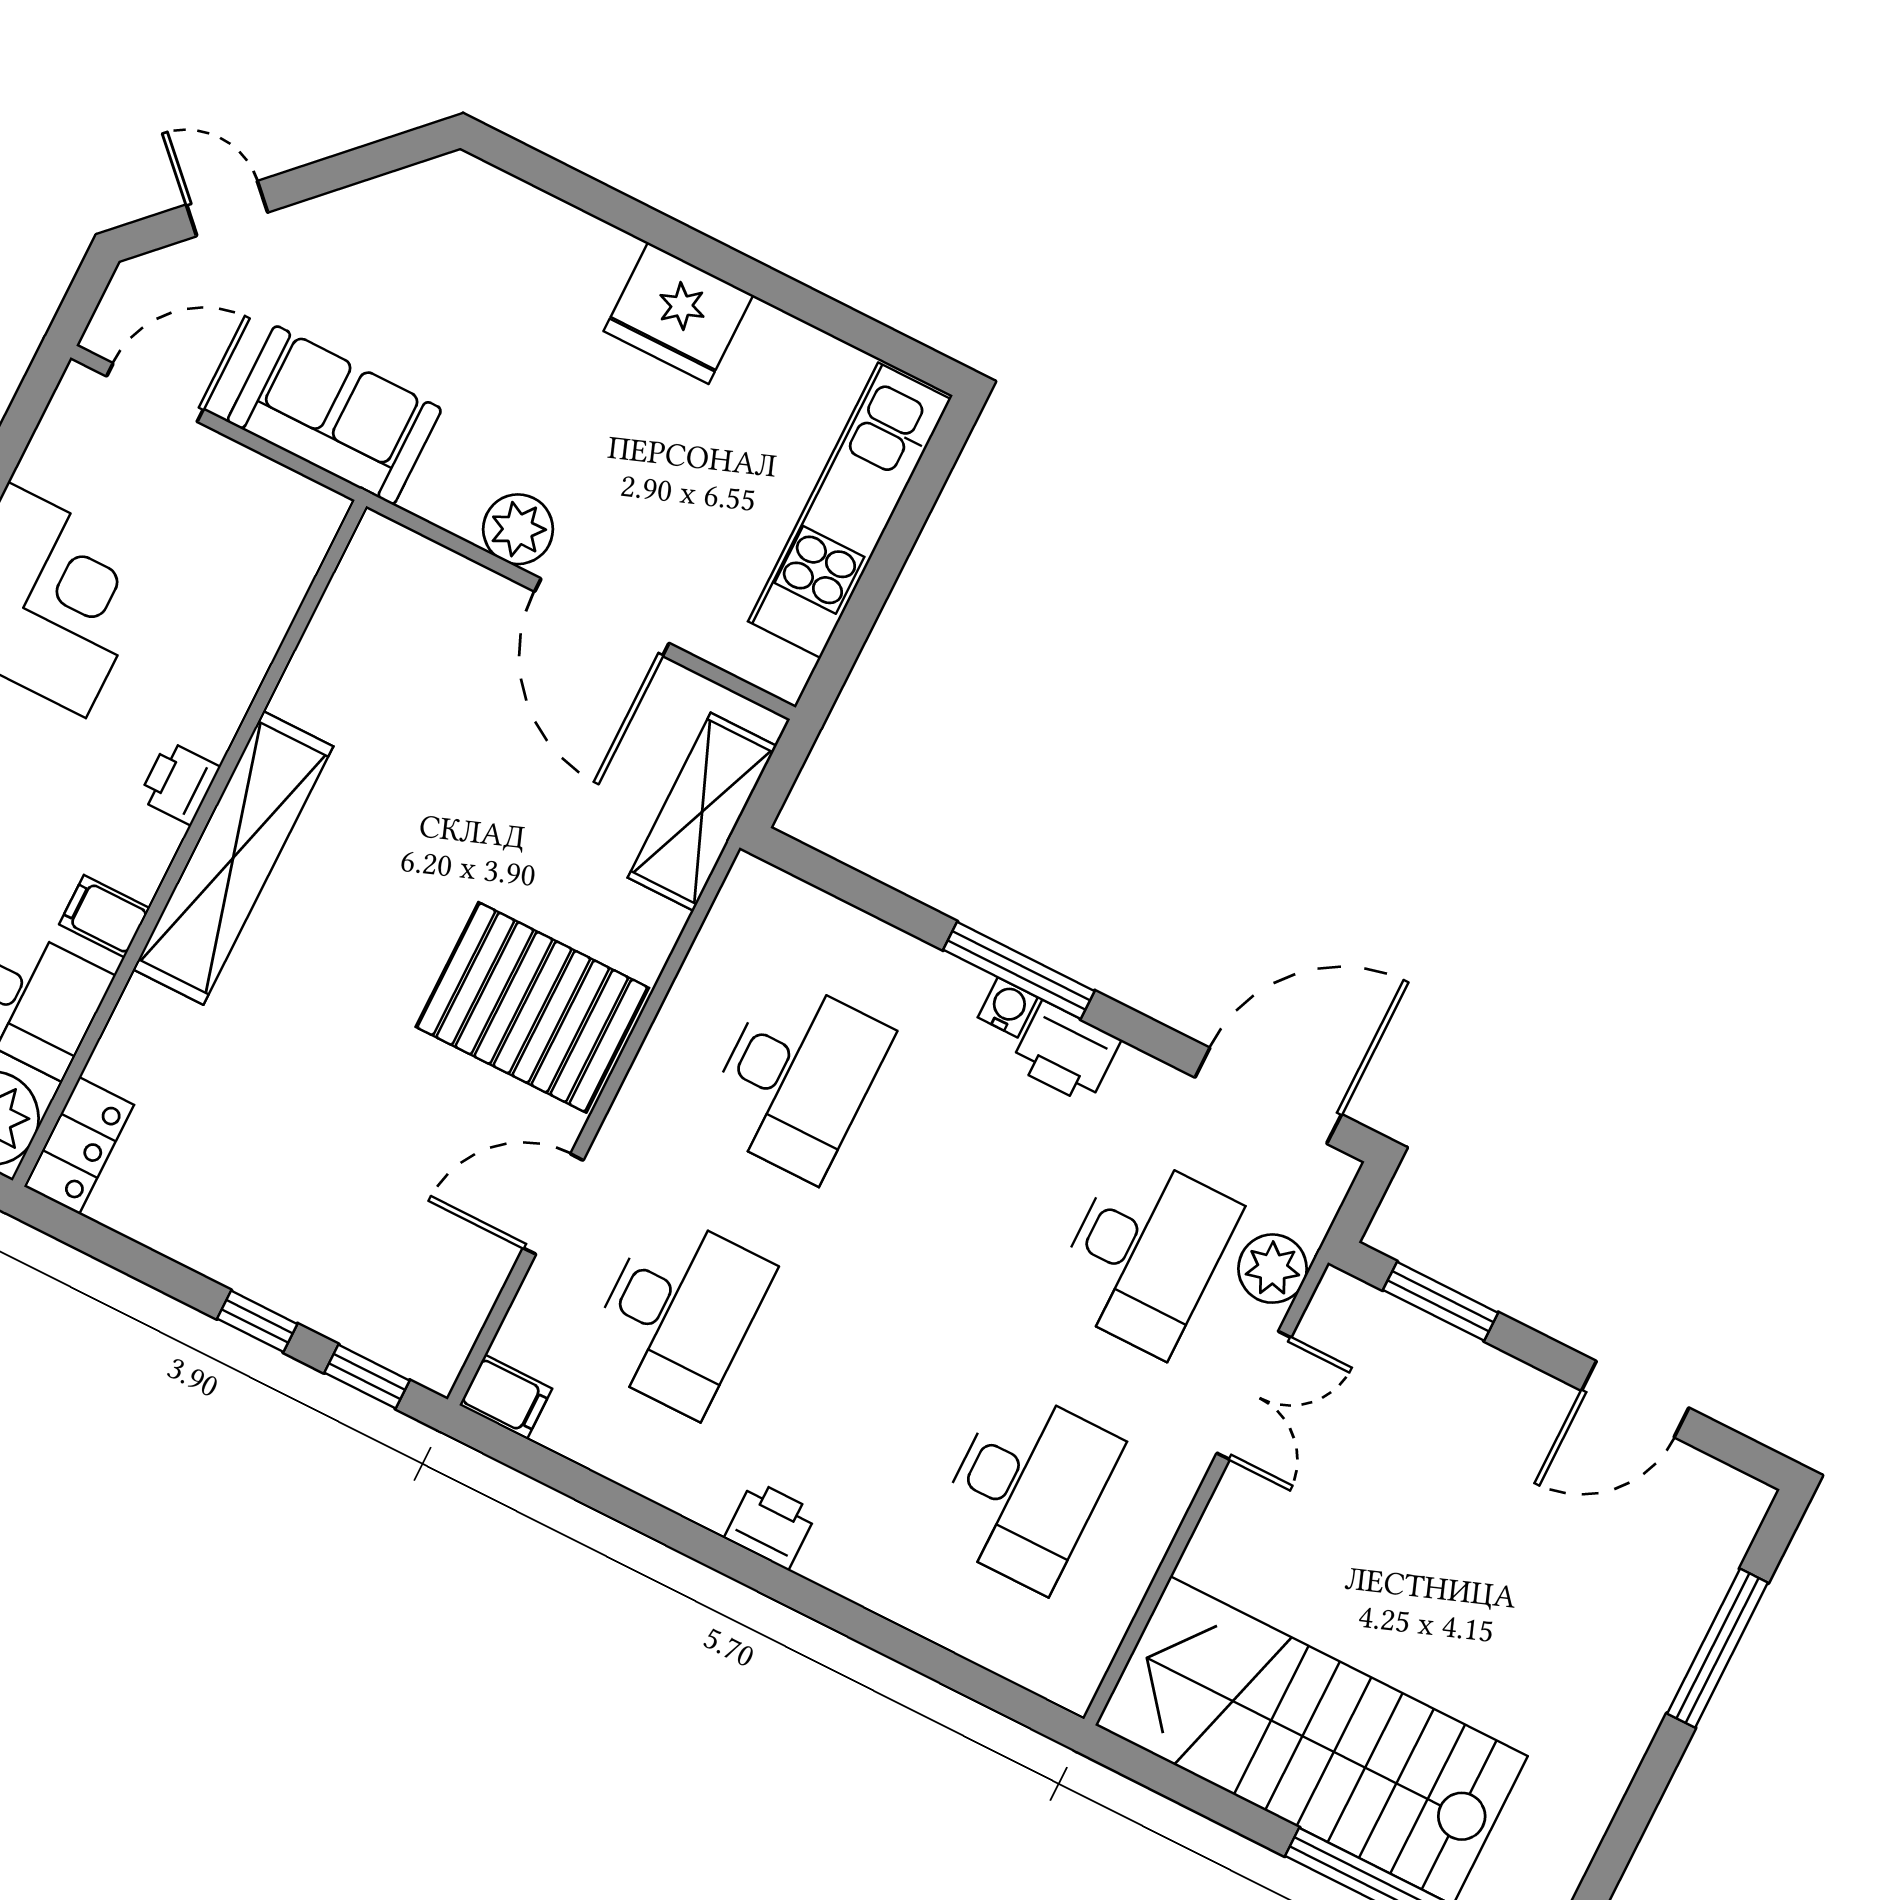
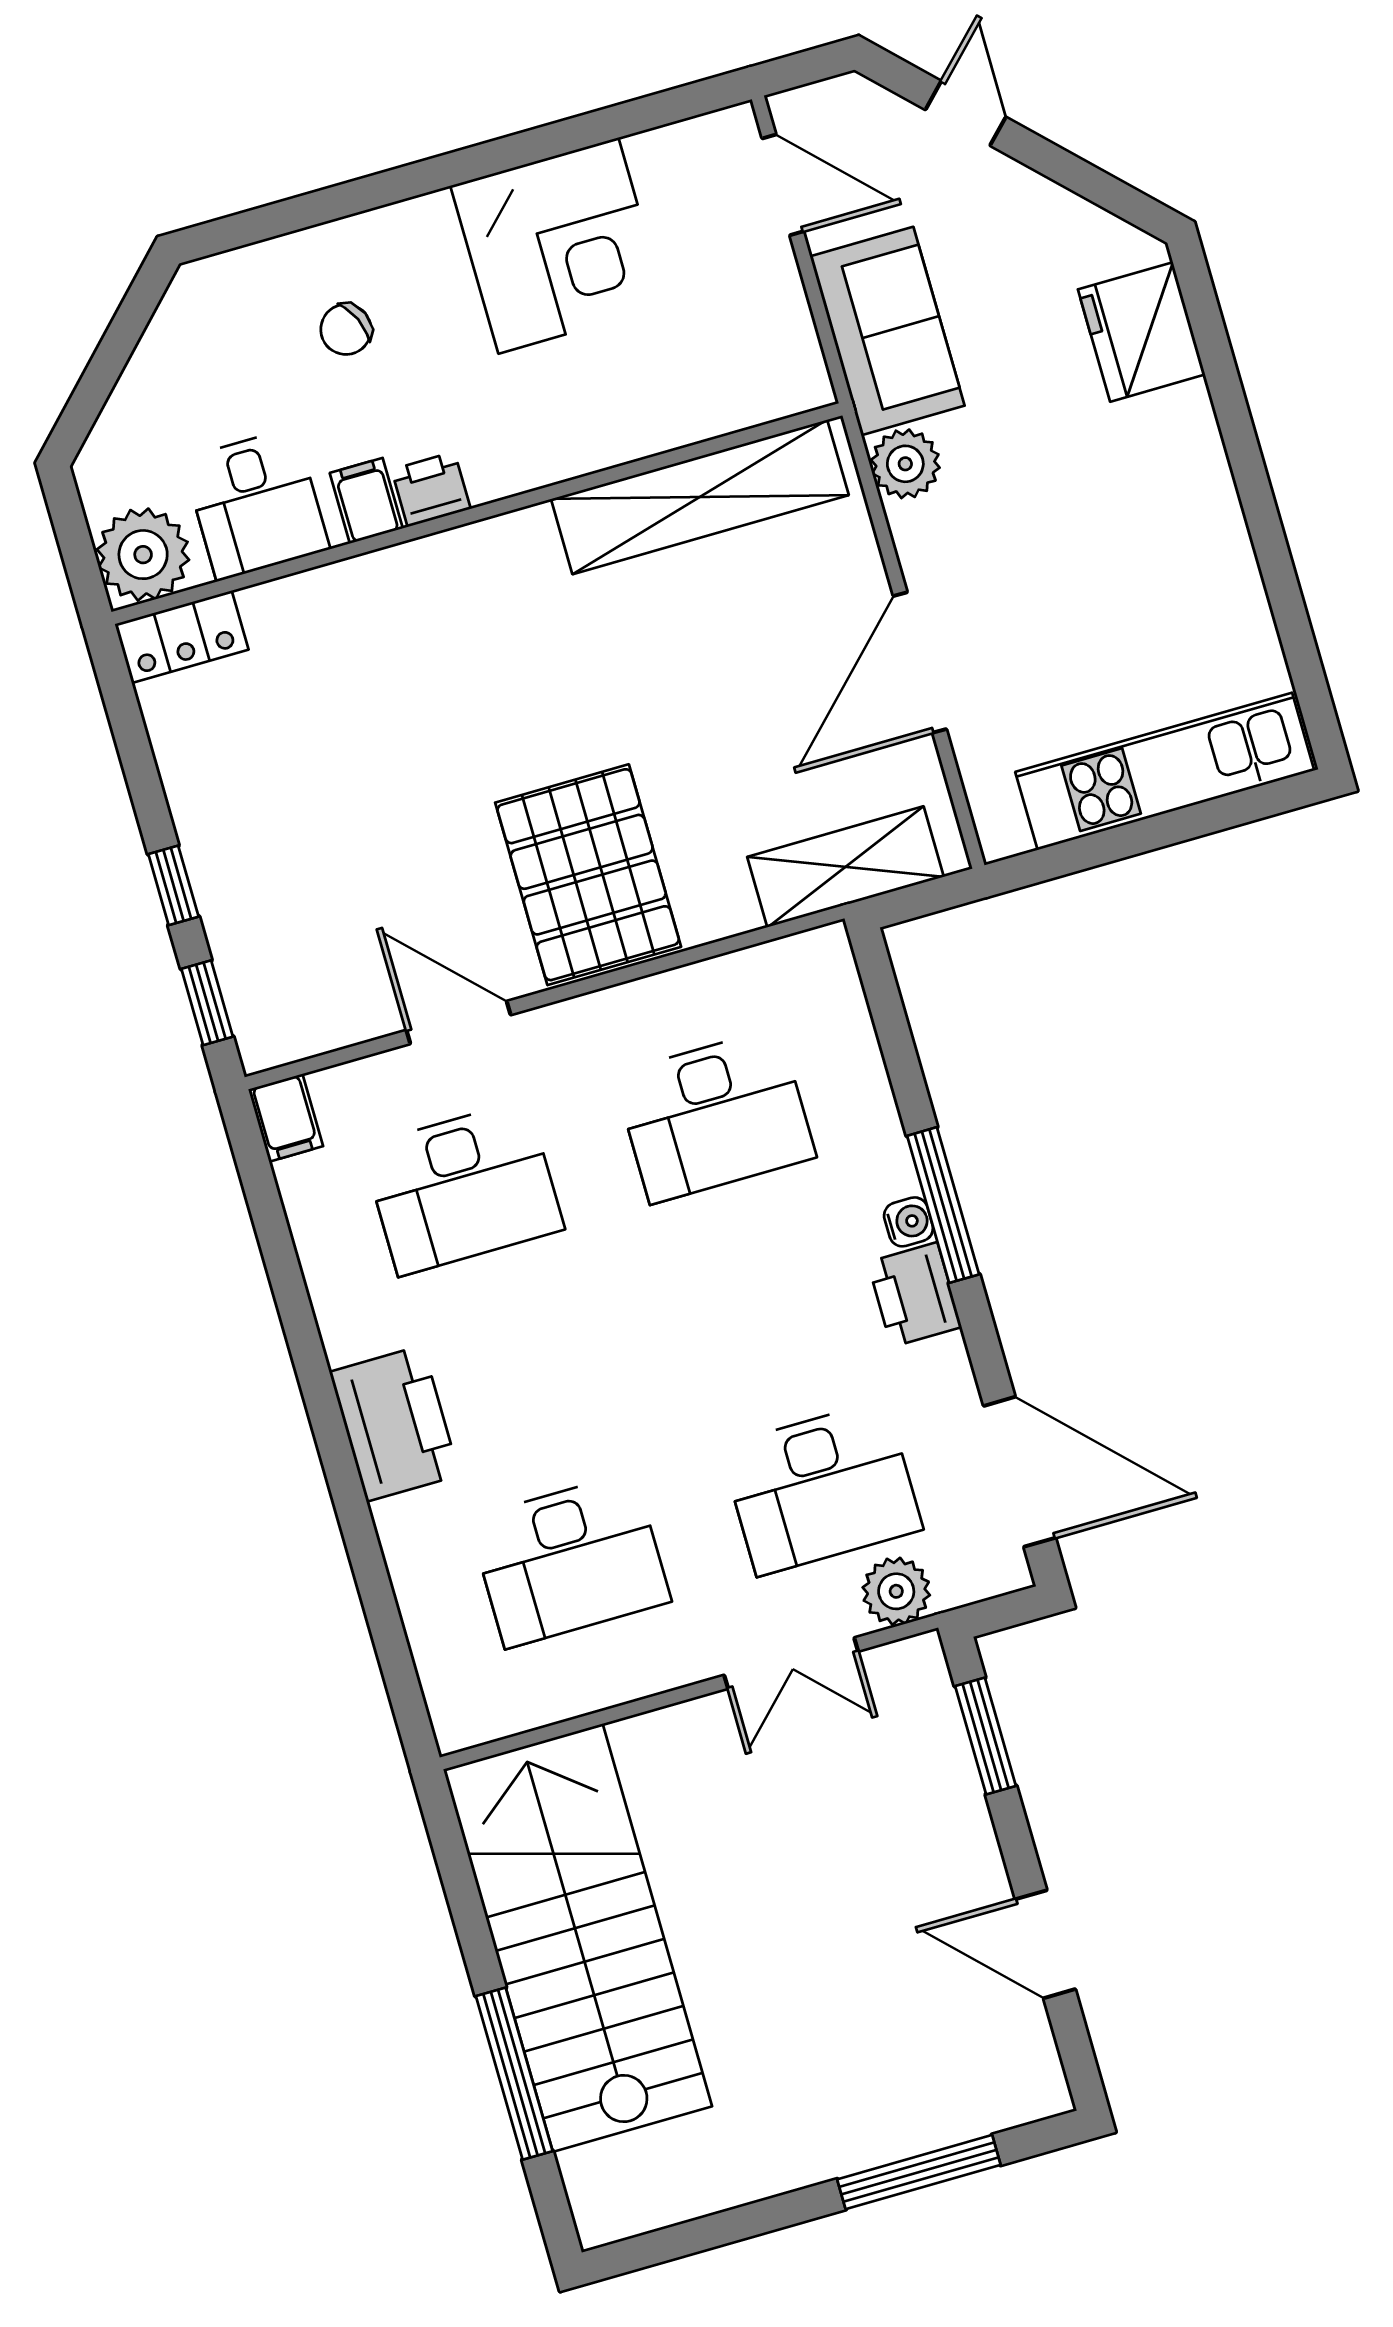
fridge: (678, 313) -> (1142, 332), moved
plant: (518, 529) -> (905, 464), moved
printer: (179, 783) -> (431, 489), moved
shelving: (233, 858) -> (700, 497), moved
printer: (771, 1525) -> (394, 1424), width x1.87, depth x1.48

